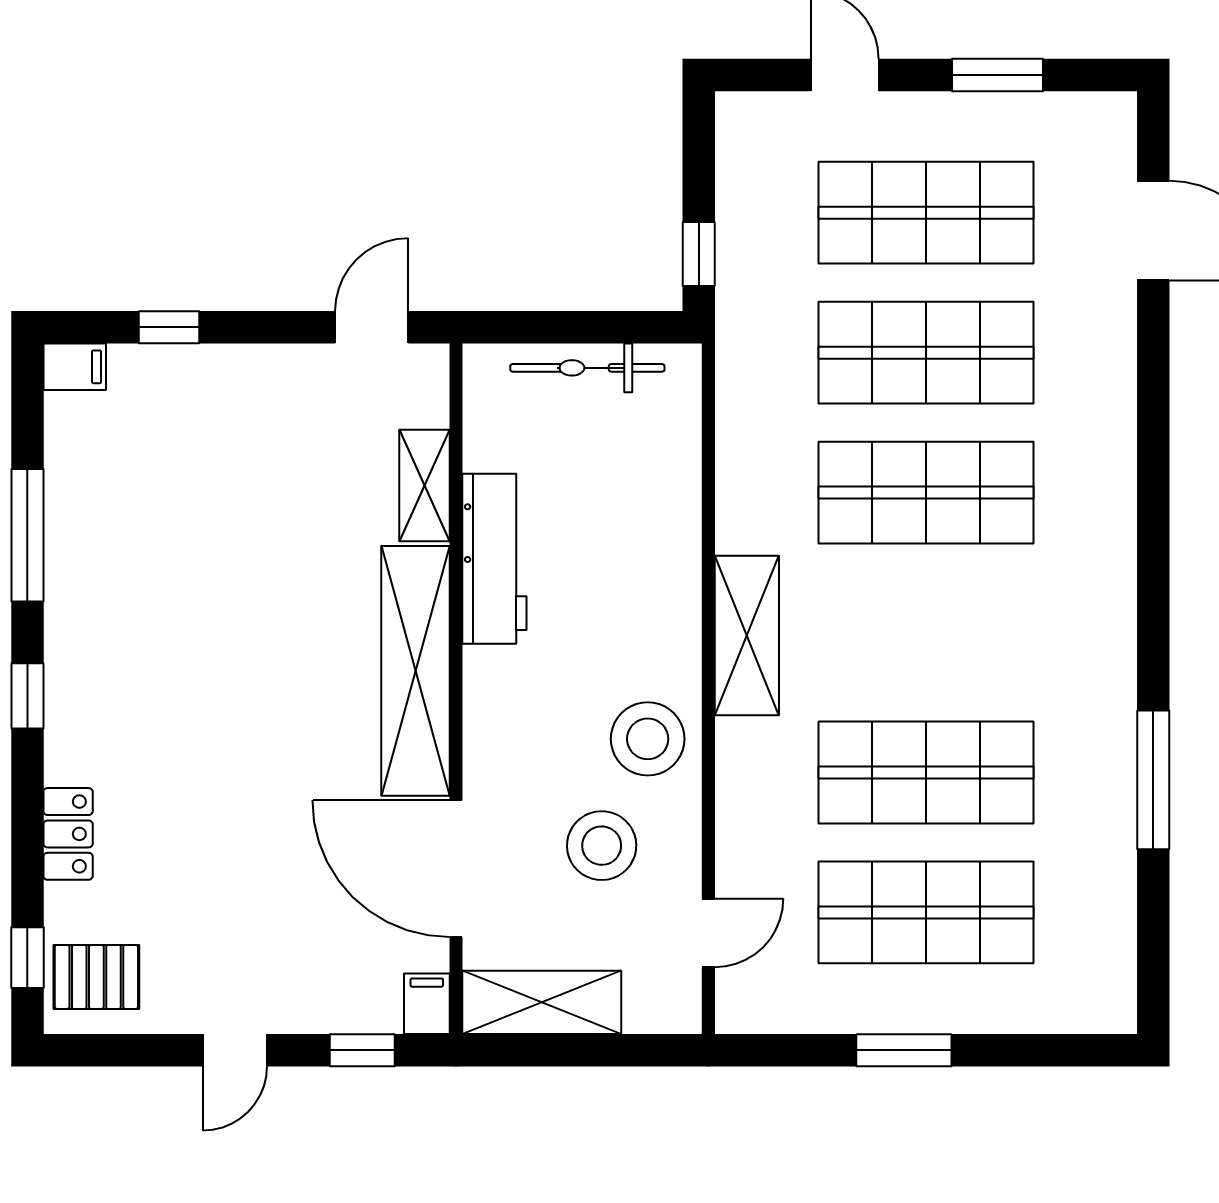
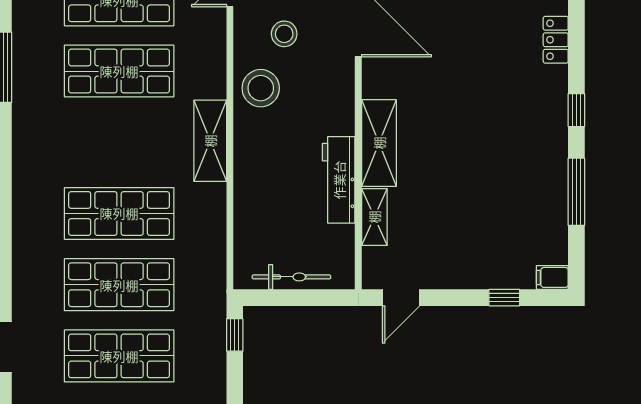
shelving: (415, 671) -> (379, 143), width x0.68
stool: (602, 846) -> (284, 34), width x0.73, depth x0.73

